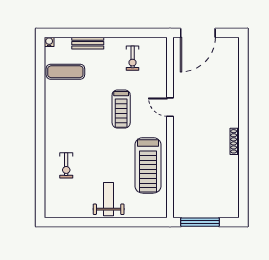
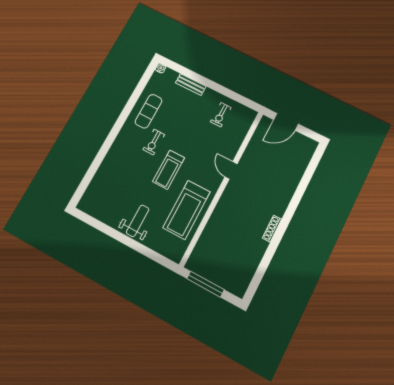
door: (198, 33) -> (286, 122), width x0.73
exercise mat: (65, 72) -> (148, 111), moved, turned 90
treadmill: (121, 109) -> (169, 170), moved
exercise bike: (66, 165) -> (154, 142), moved

